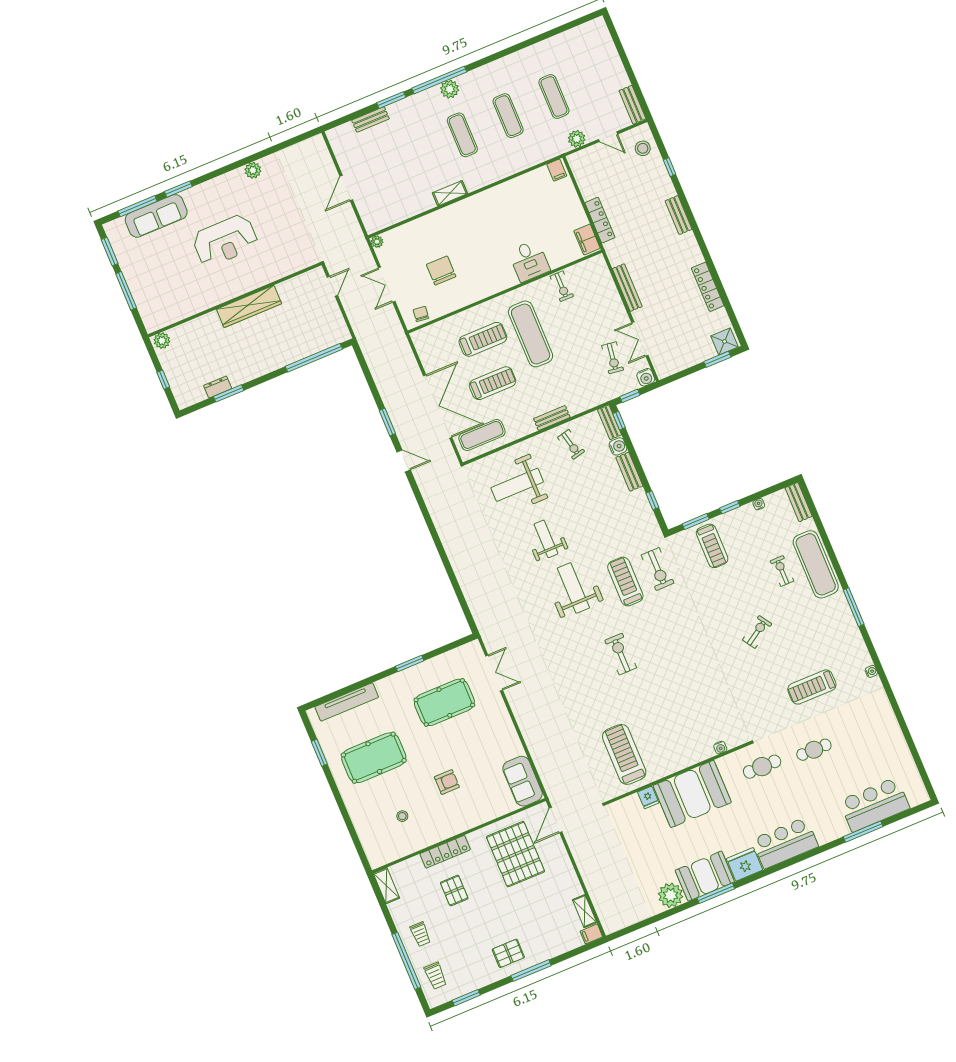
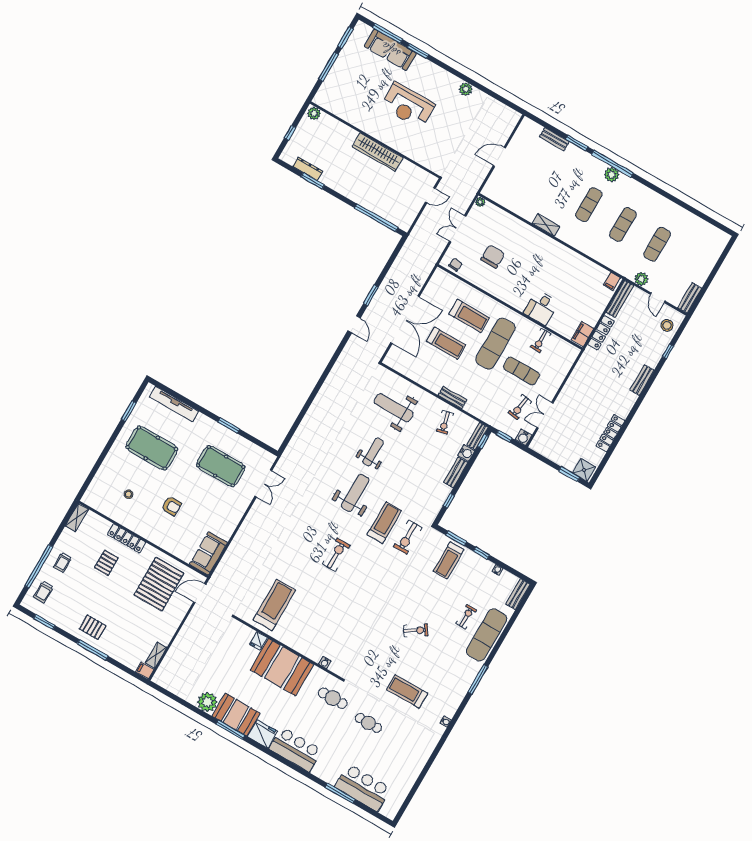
bench: (627, 288) -> (620, 299), moved
dresser: (218, 387) -> (308, 169), width x1.44
exercise mat: (482, 435) -> (521, 371), moved

